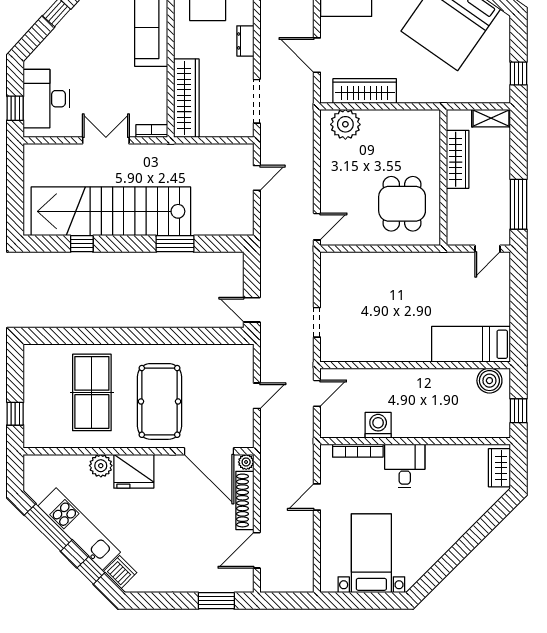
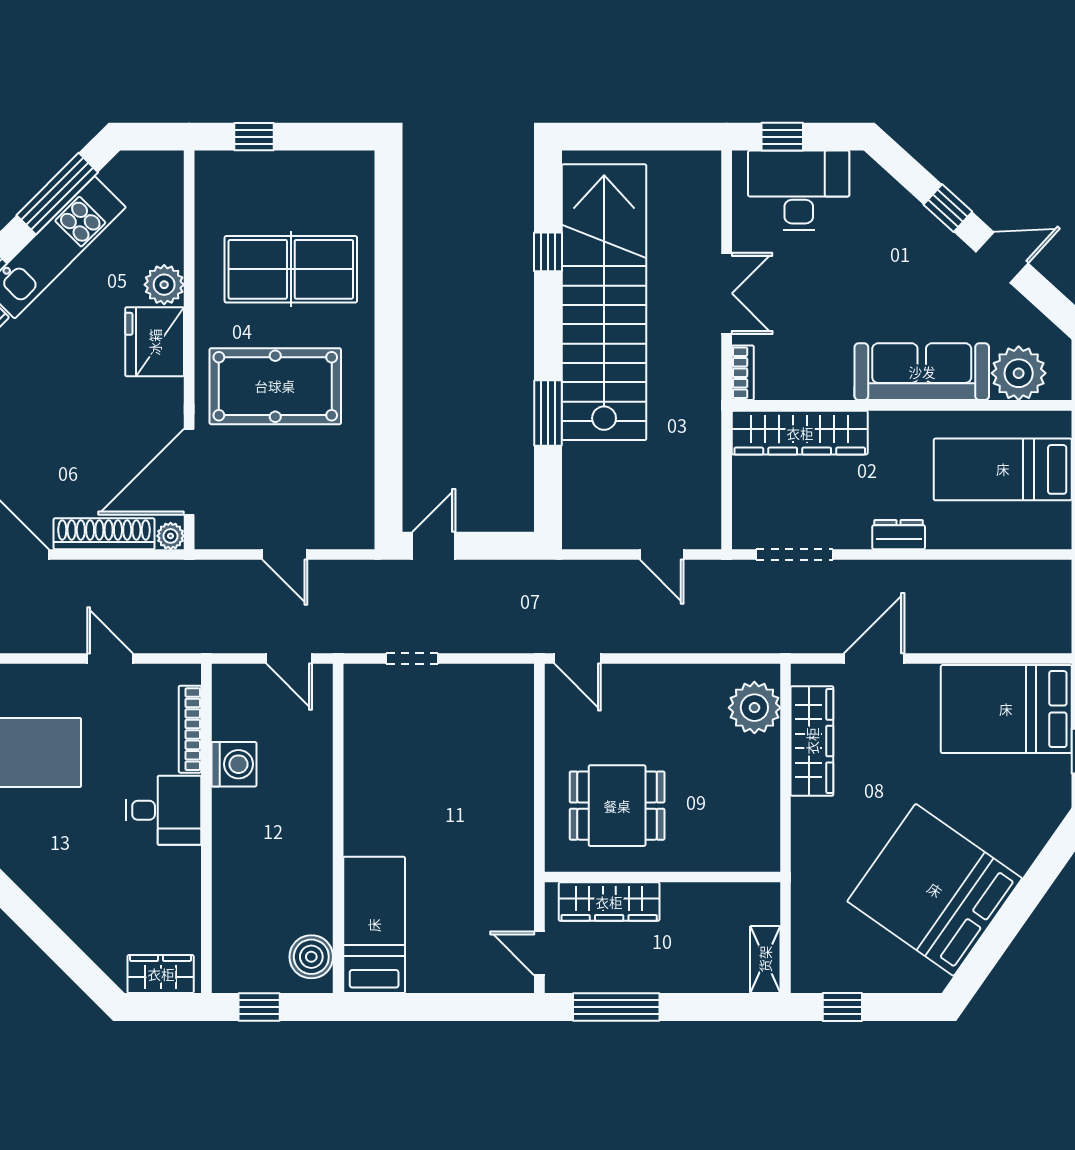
wardrobe: (458, 159) -> (609, 902), moved

